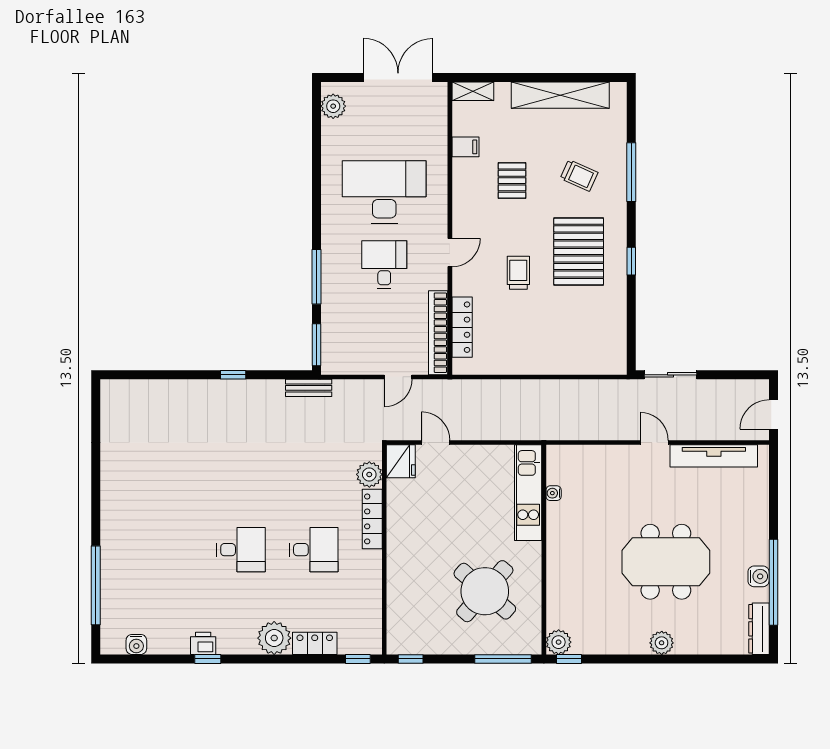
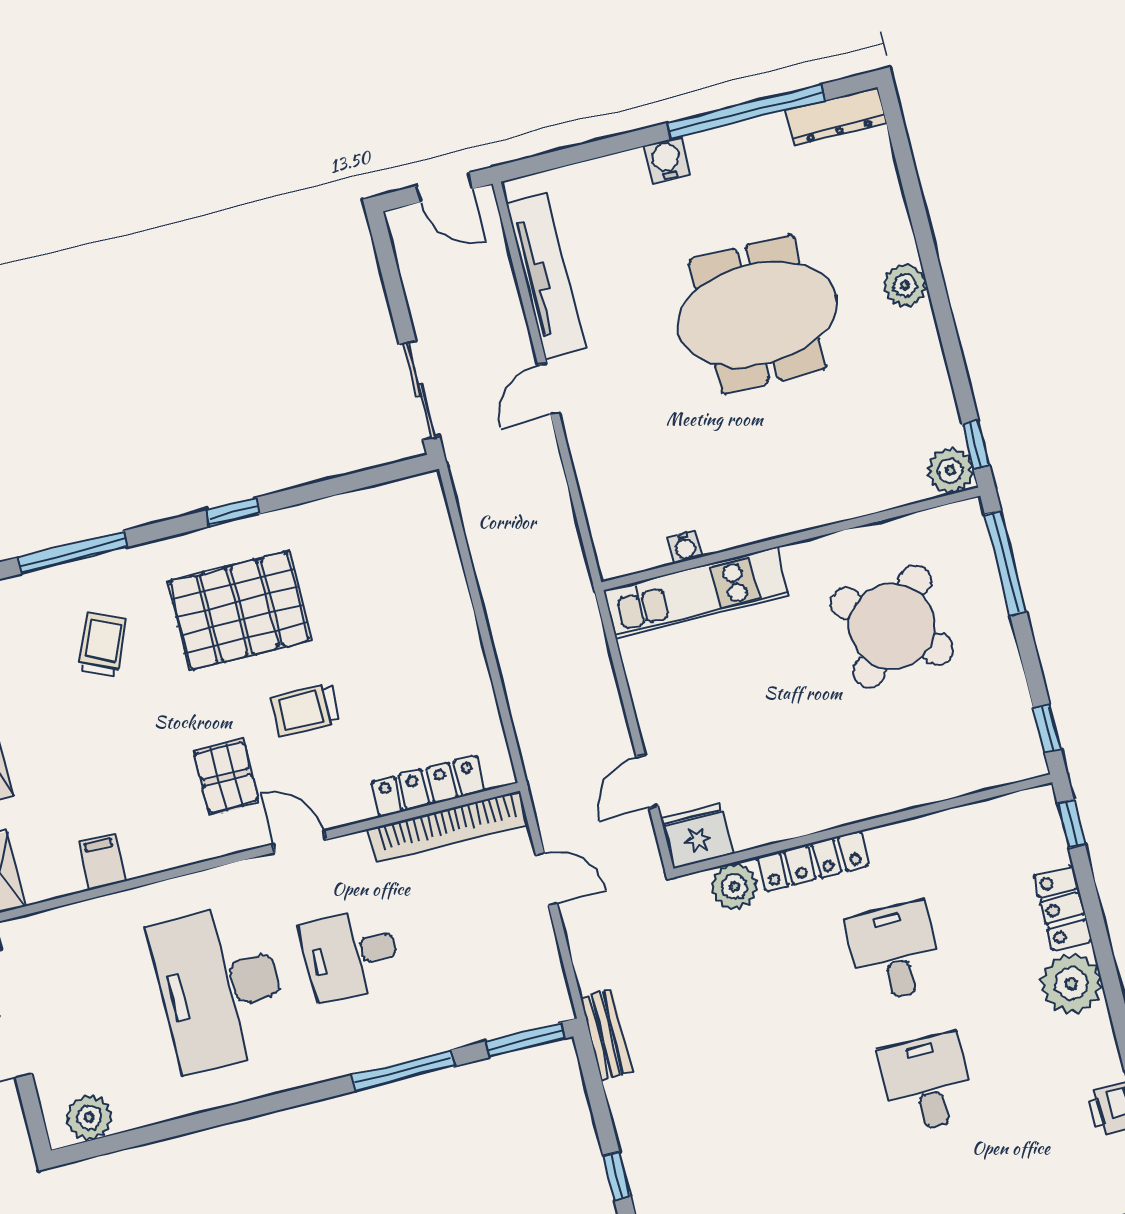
pallet: (512, 181) -> (226, 777), moved, turned 90
meeting table: (666, 562) -> (757, 314), turned 90
water cooler: (759, 576) -> (667, 160), moved

